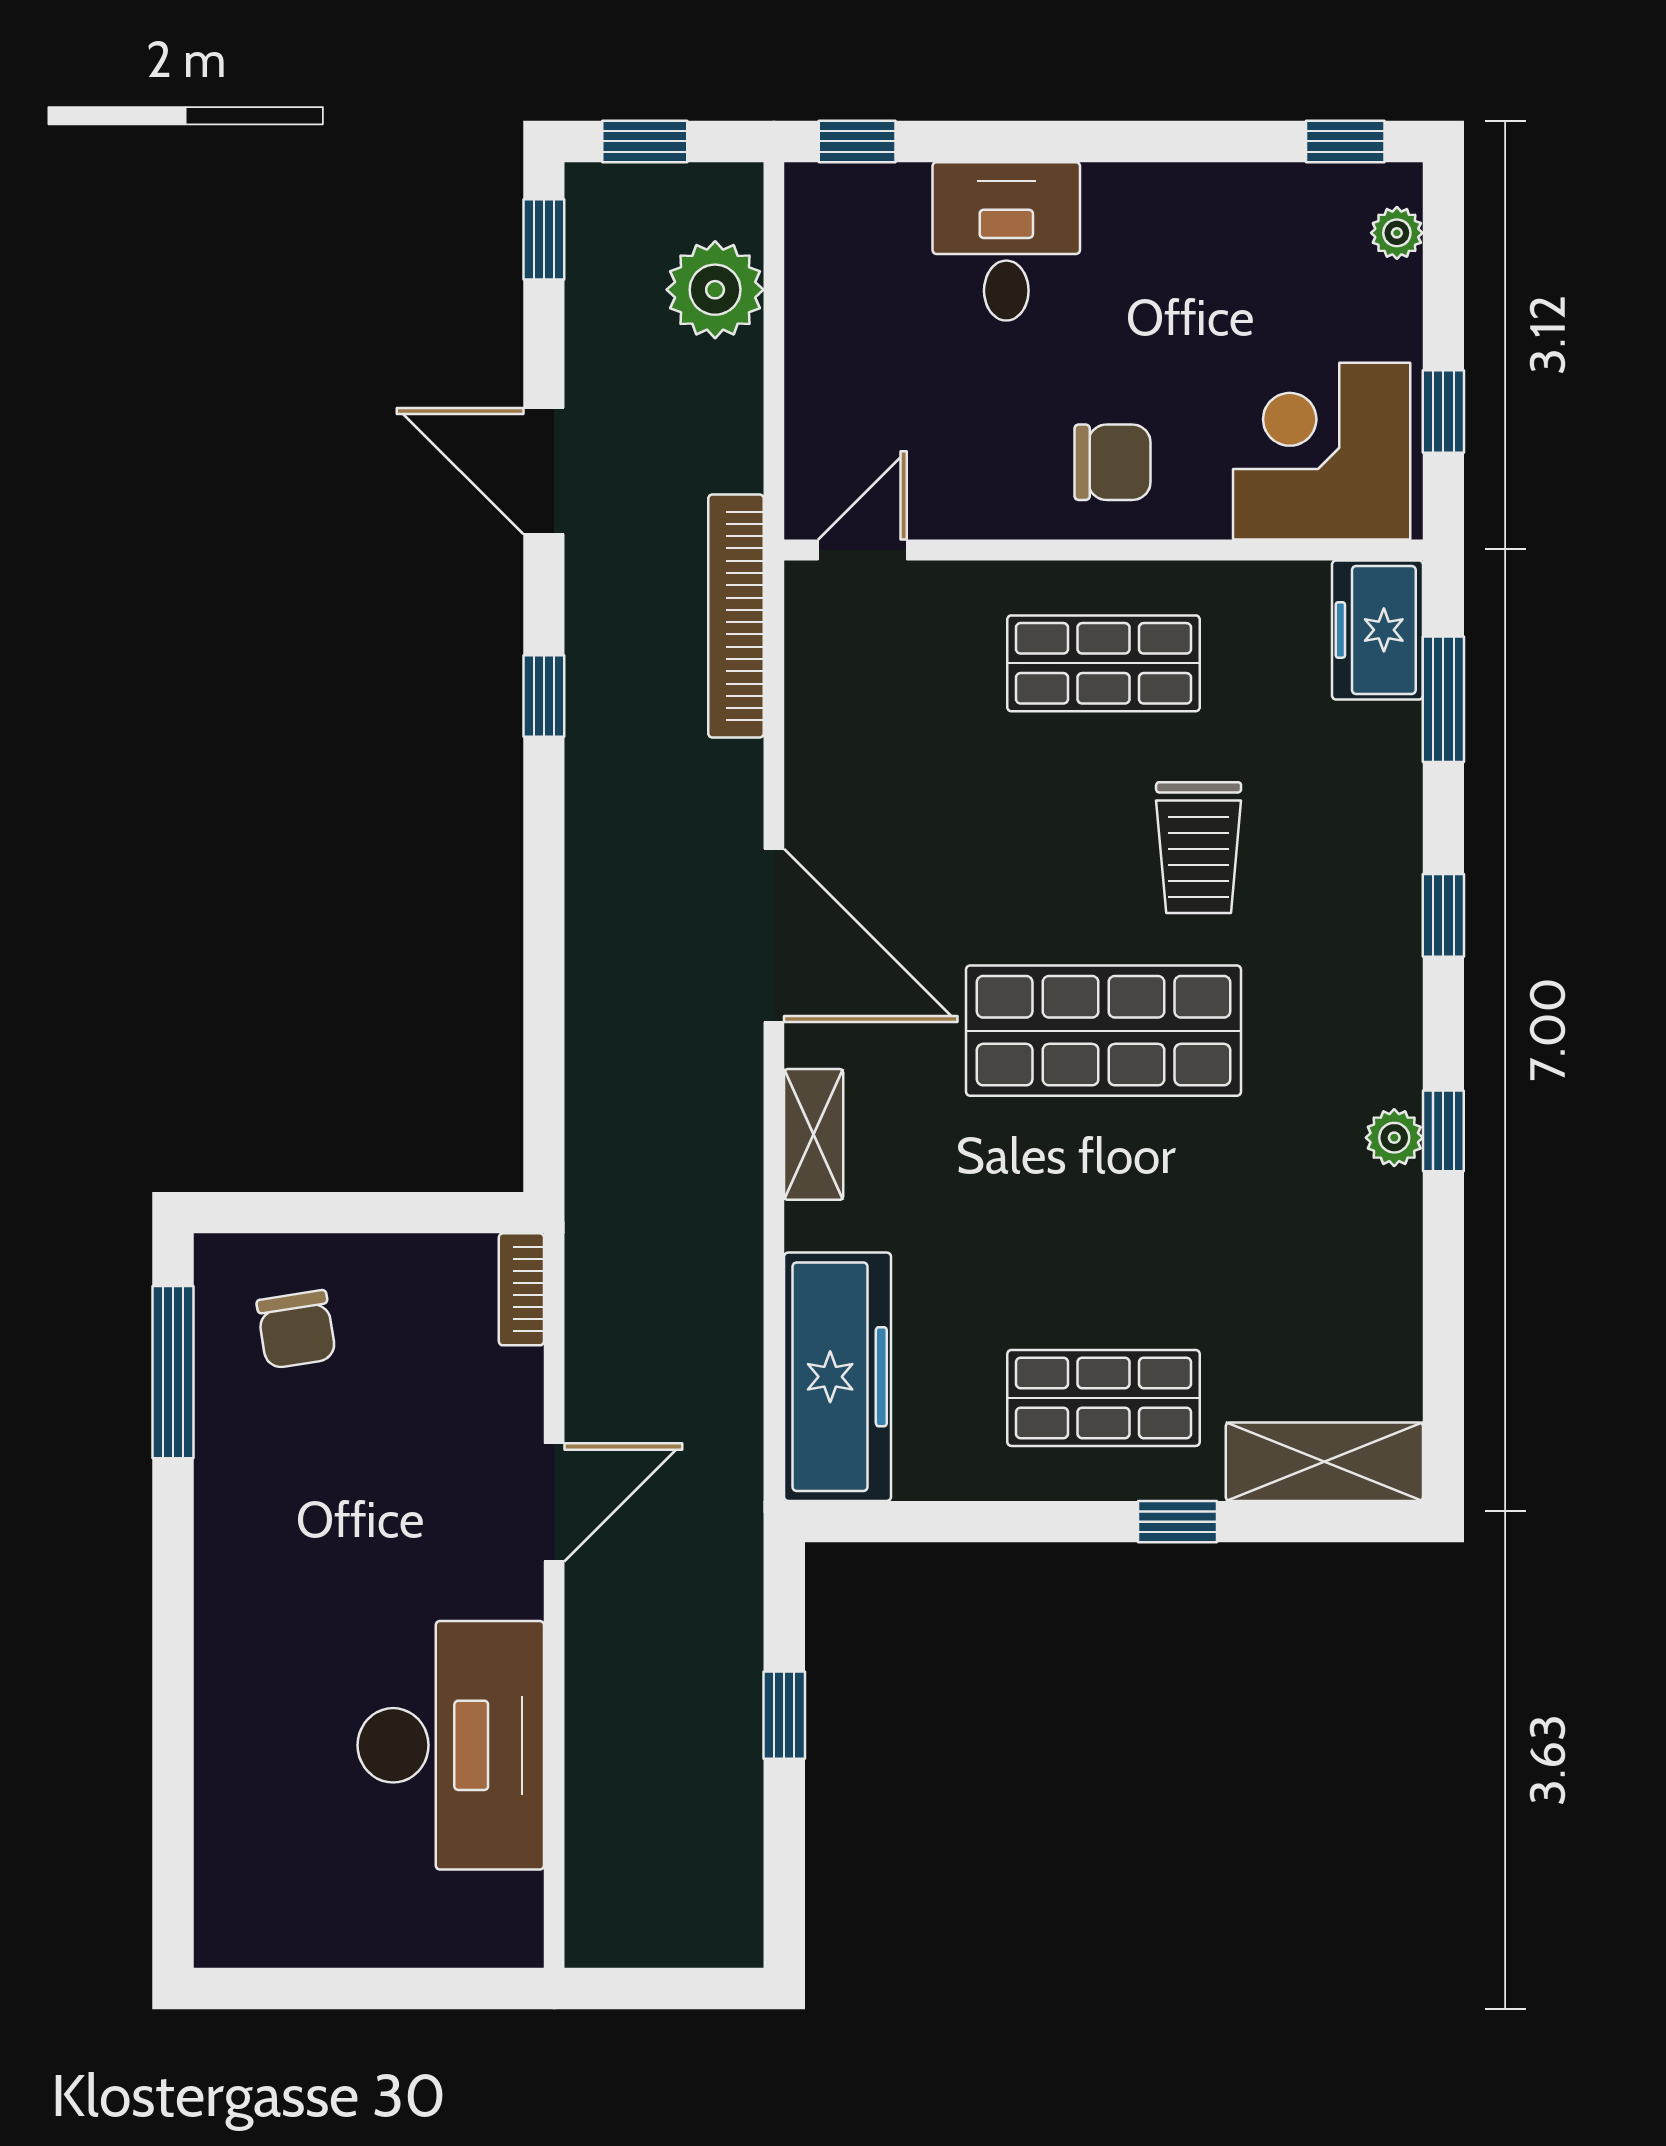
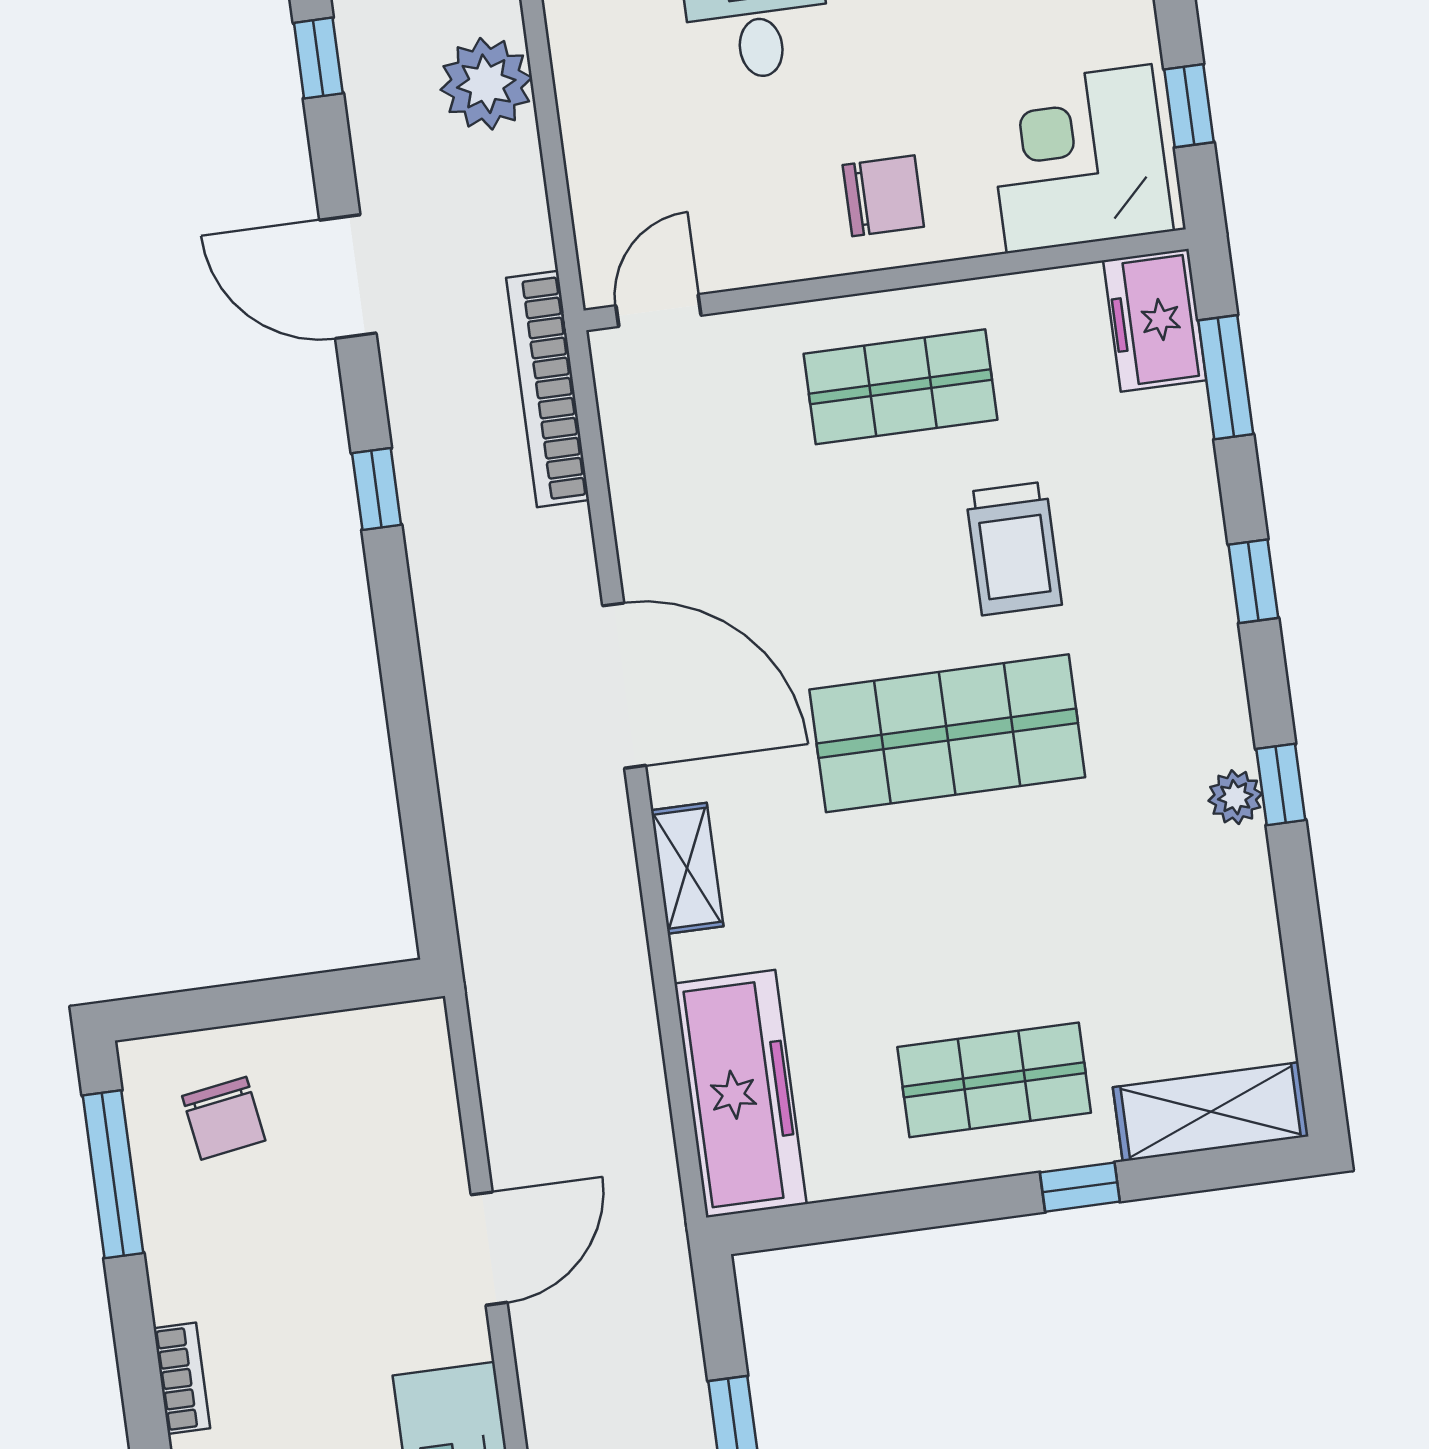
bookcase: (521, 1289) -> (182, 1378), moved, turned 180

